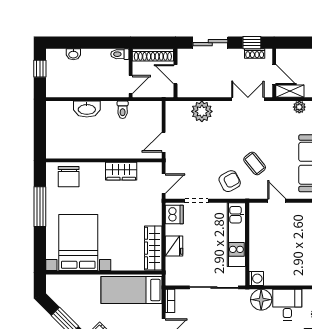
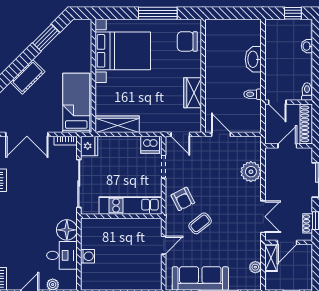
fridge: (174, 246) -> (89, 146), moved, turned -90
washing machine: (256, 279) -> (88, 256), moved, turned -90

